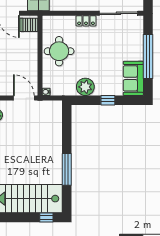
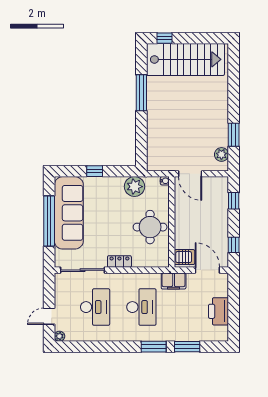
sofa: (133, 78) -> (69, 213), width x1.85, depth x1.27
plant: (85, 87) -> (135, 187), moved

